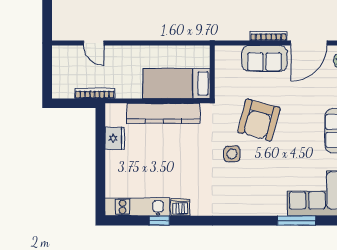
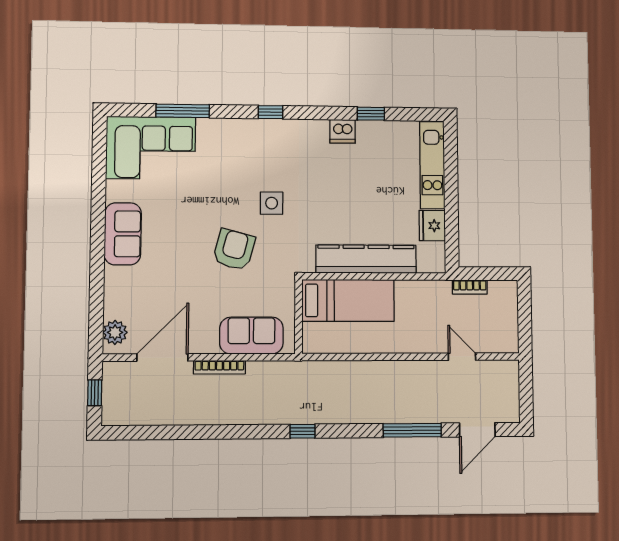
sofa: (264, 58) -> (251, 336), moved
bookcase: (95, 93) -> (470, 287), width x0.64
armchair: (259, 120) -> (234, 250), width x0.73, depth x0.73
kitchen unit: (137, 207) -> (432, 165), moved, turned 90
window: (233, 221) -> (271, 112), added

